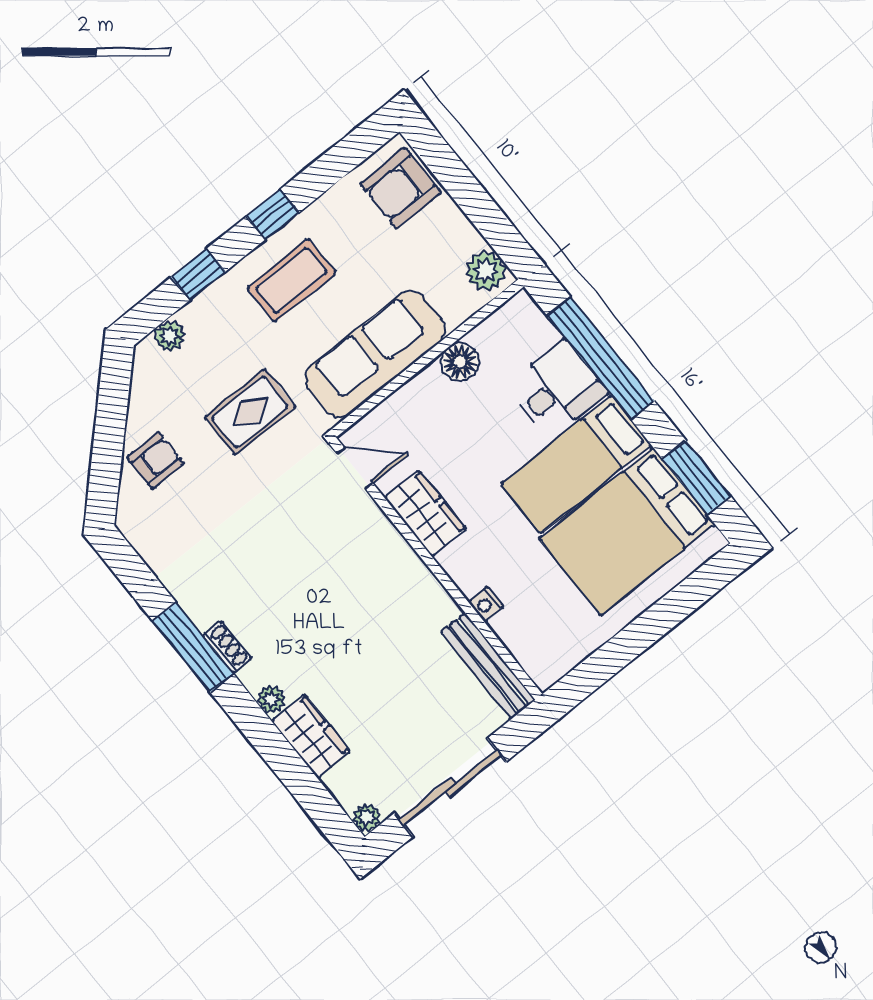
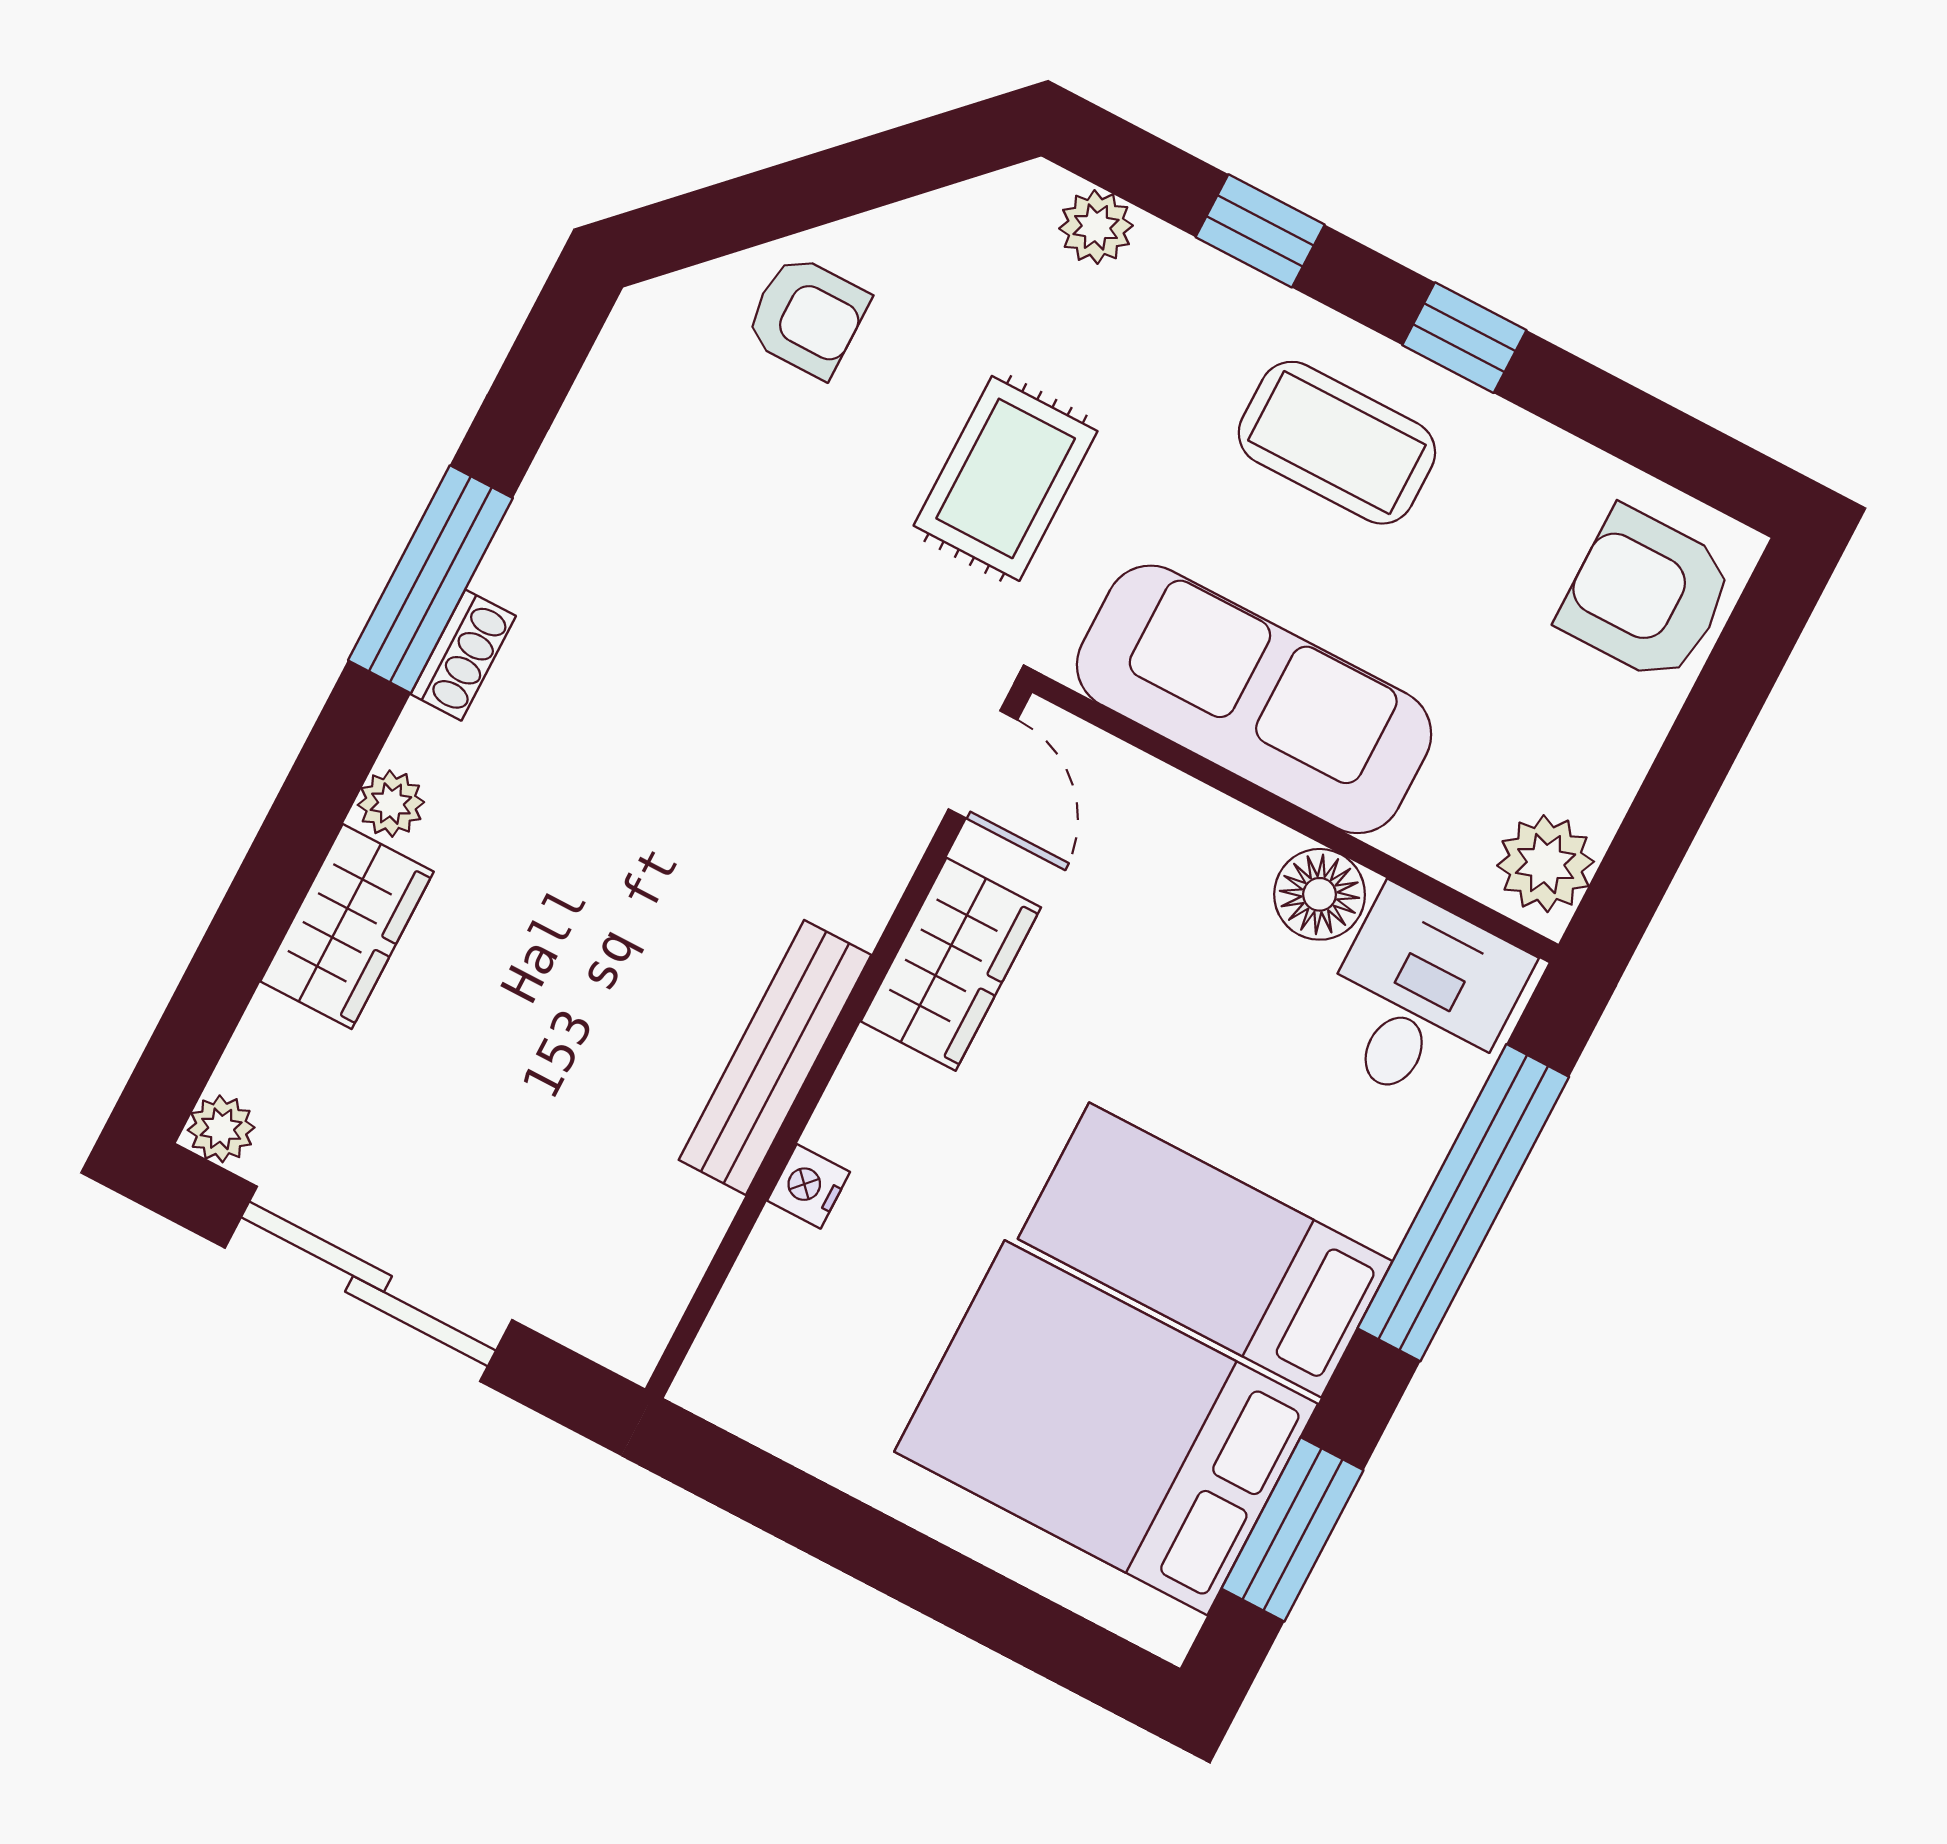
desk: (557, 389) -> (1420, 1000), moved, turned -90
rug: (250, 412) -> (1006, 478), turned 90
bench: (488, 666) -> (775, 1057), moved

